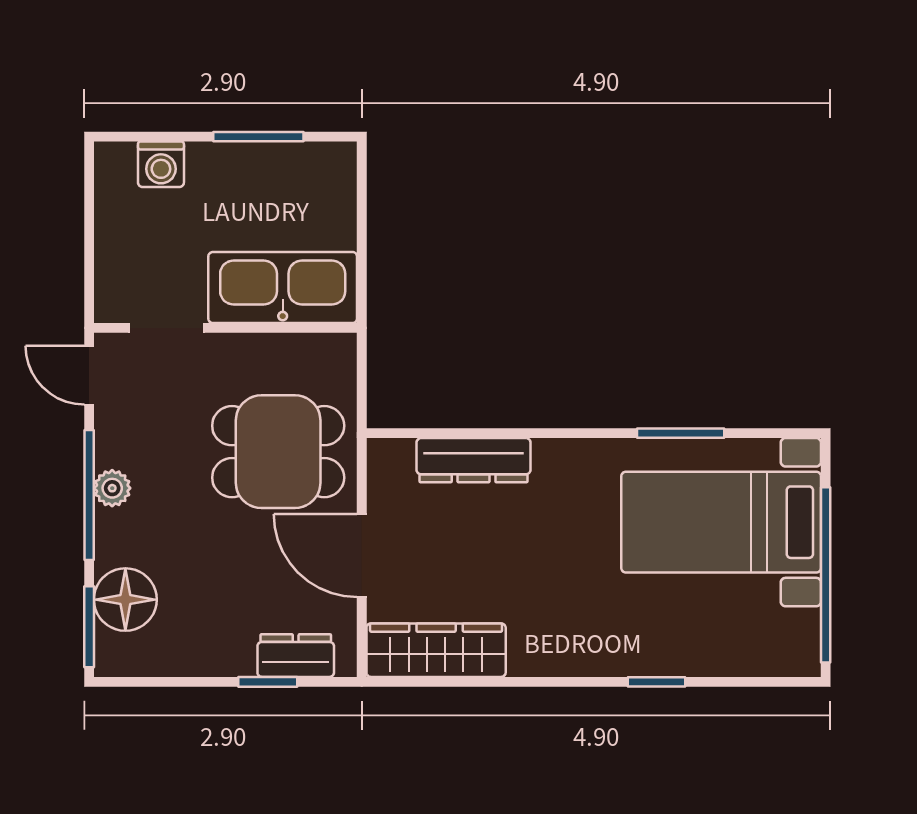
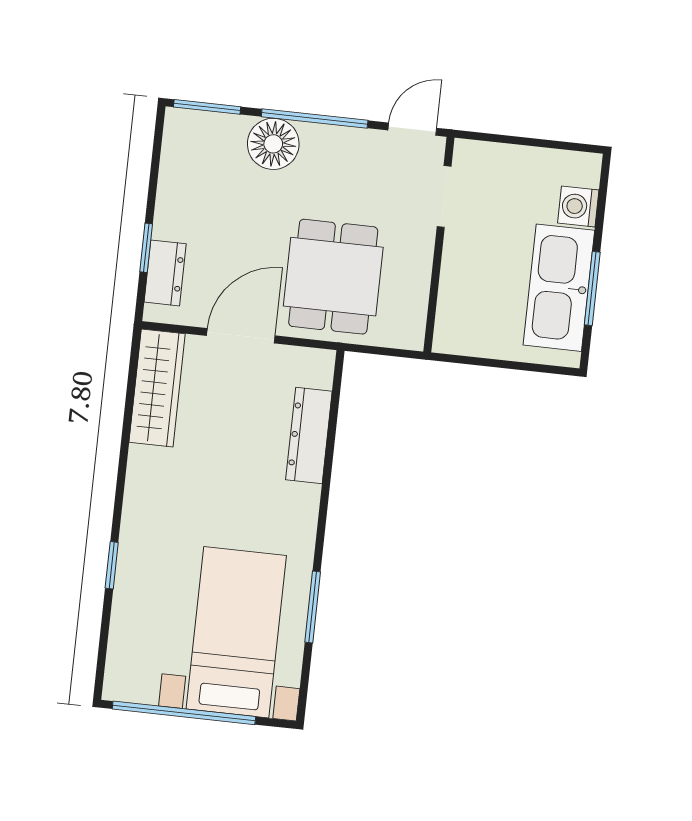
kitchen sink: (283, 288) -> (559, 288), moved, turned 180
plant: (112, 488) -> (318, 138), removed
floor lamp: (125, 600) -> (273, 144), moved

